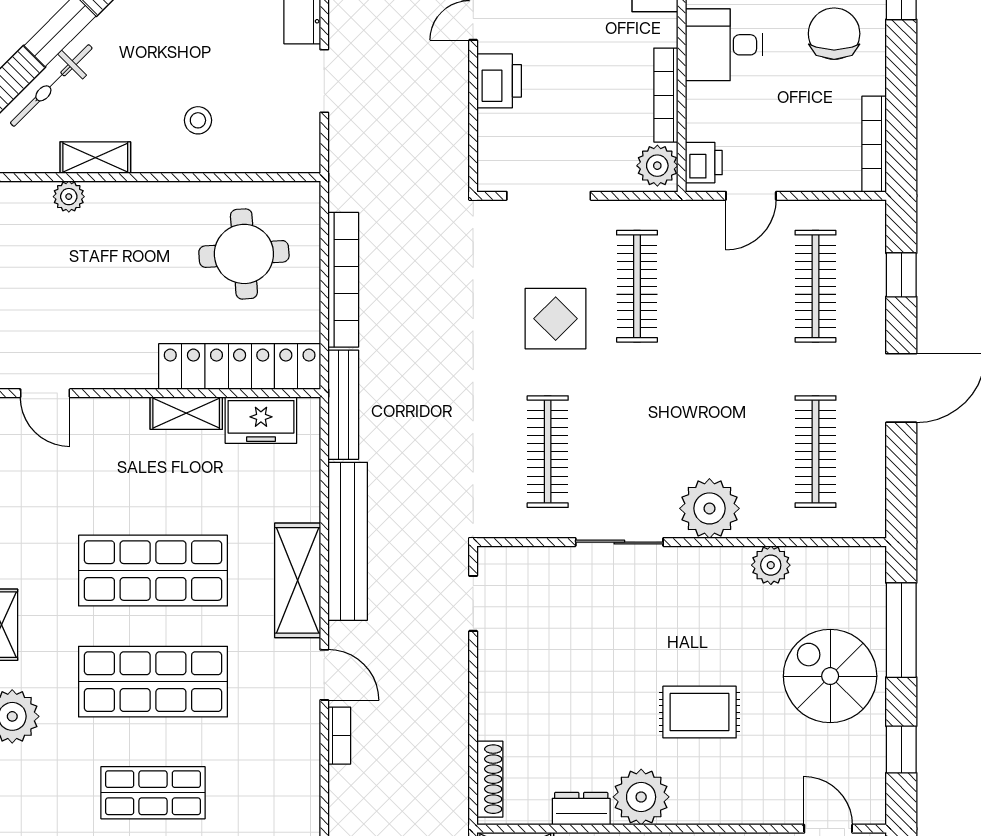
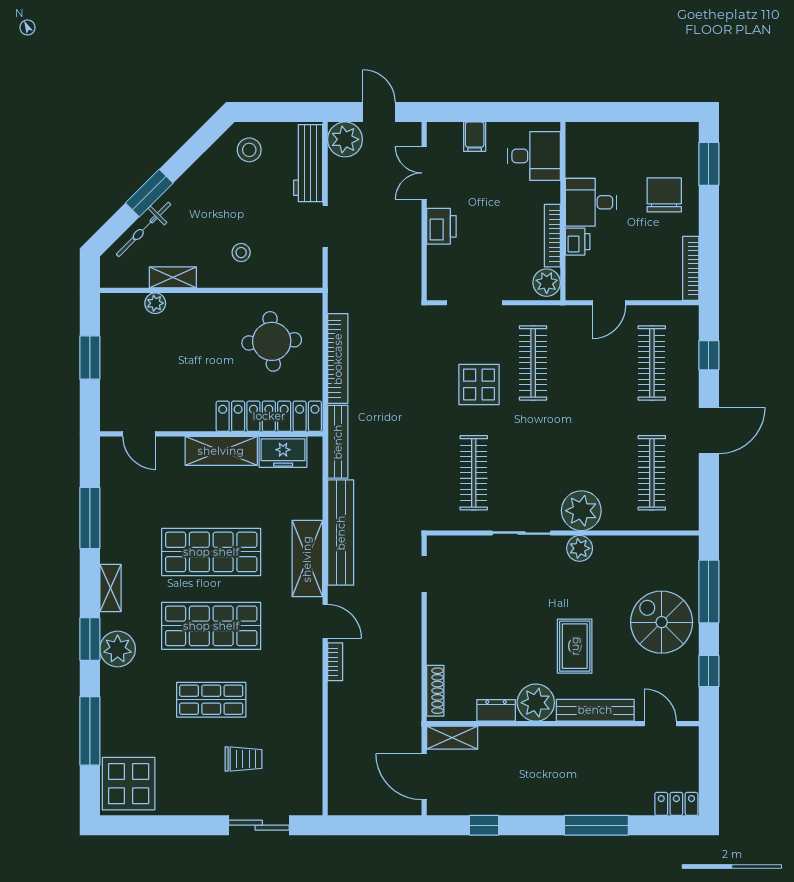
printer: (704, 163) -> (578, 242), moved
shelving: (186, 413) -> (221, 451), width x1.50, depth x1.33
plant: (771, 565) -> (580, 548), moved
rug: (700, 712) -> (575, 646), turned 90
bench: (730, 809) -> (595, 710), added

